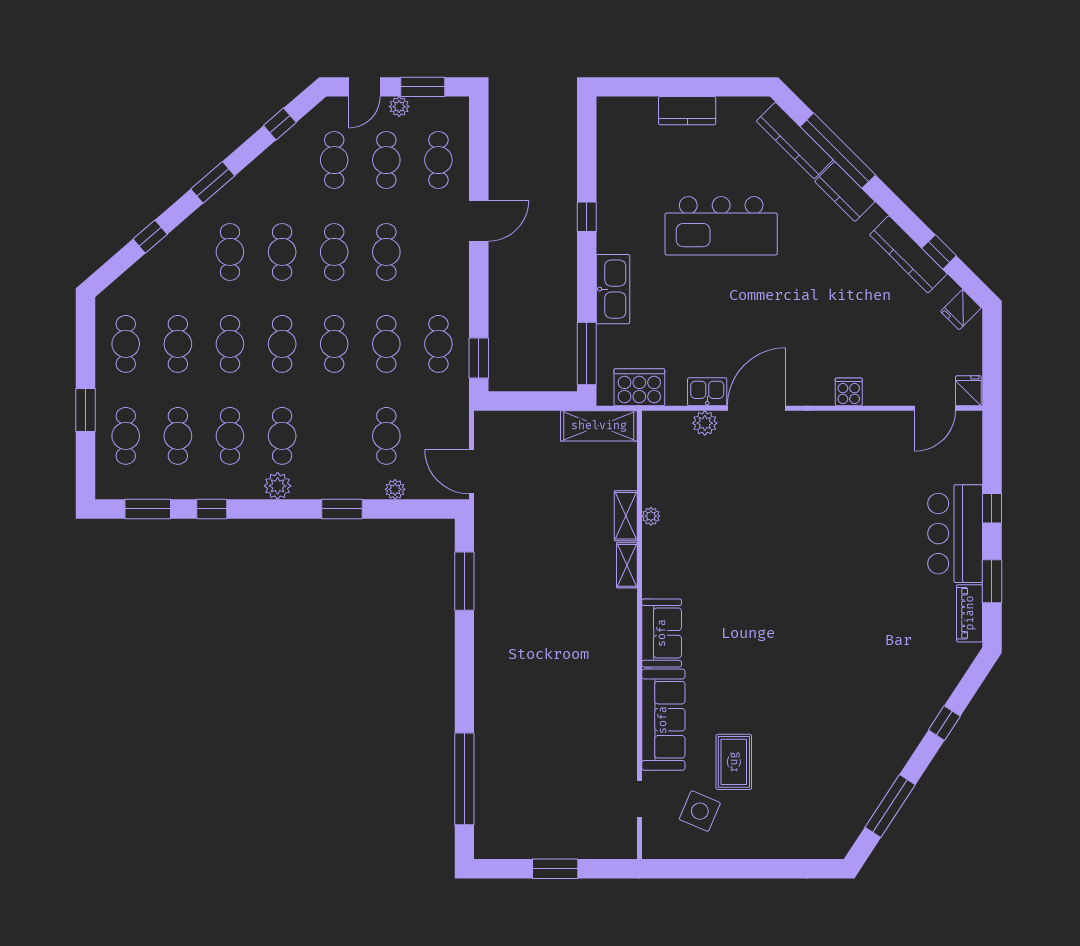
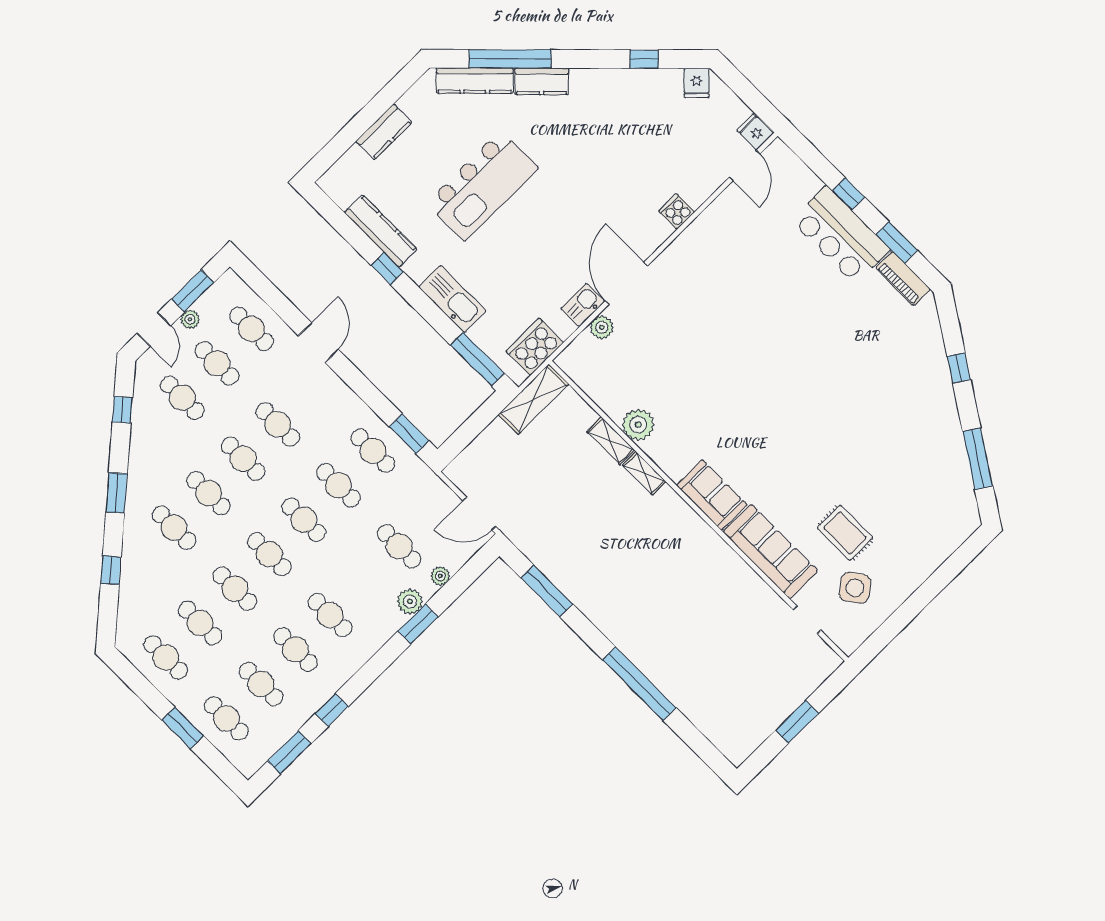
kitchen counter: (908, 254) -> (381, 231), moved, turned -135
plant: (278, 486) -> (410, 602), moved
plant: (651, 516) -> (638, 425), width x1.88, depth x1.88
window: (464, 779) -> (639, 684), moved
side table: (700, 811) -> (855, 588), turned 30

